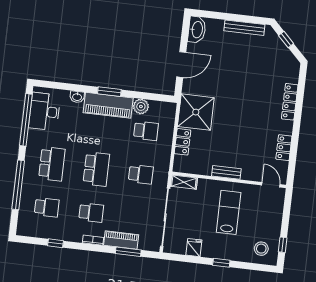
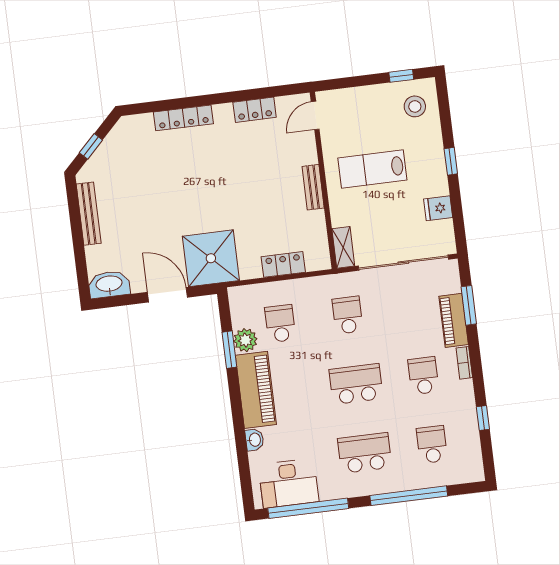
window: (109, 92) -> (229, 350), moved
shower: (196, 112) -> (211, 258), moved

